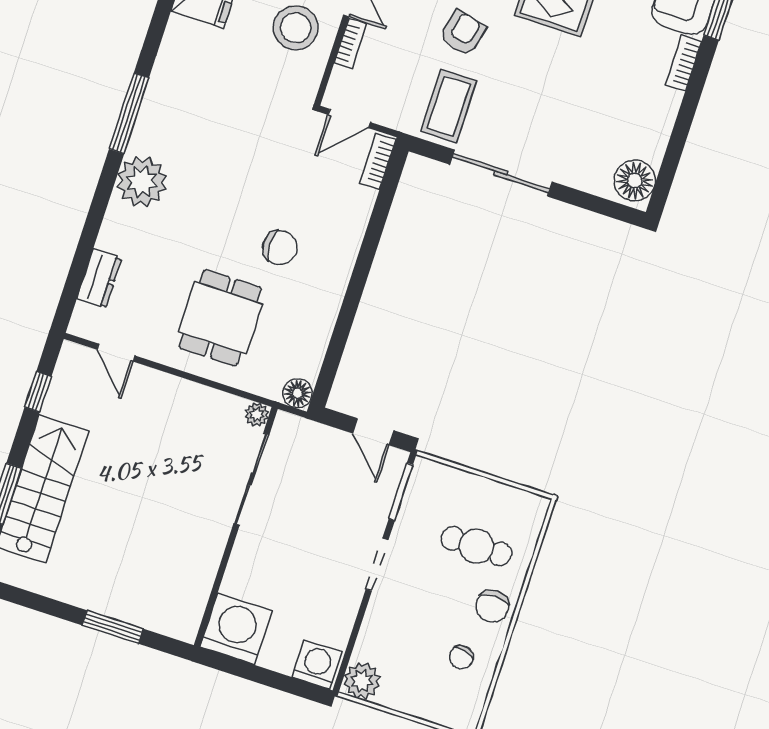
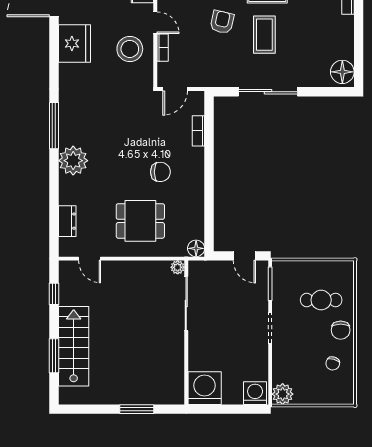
coffee table: (449, 106) -> (264, 35), moved
bookcase: (378, 161) -> (198, 131), moved
dining table: (220, 318) -> (140, 221), turned 90

